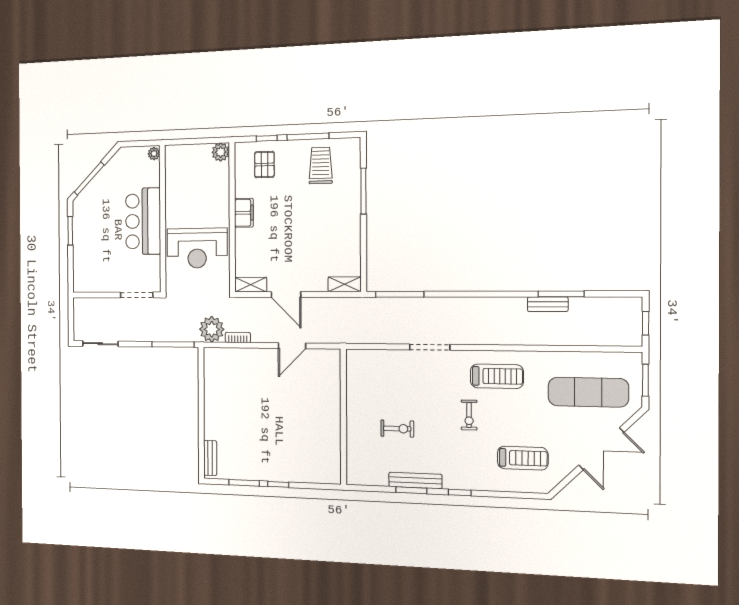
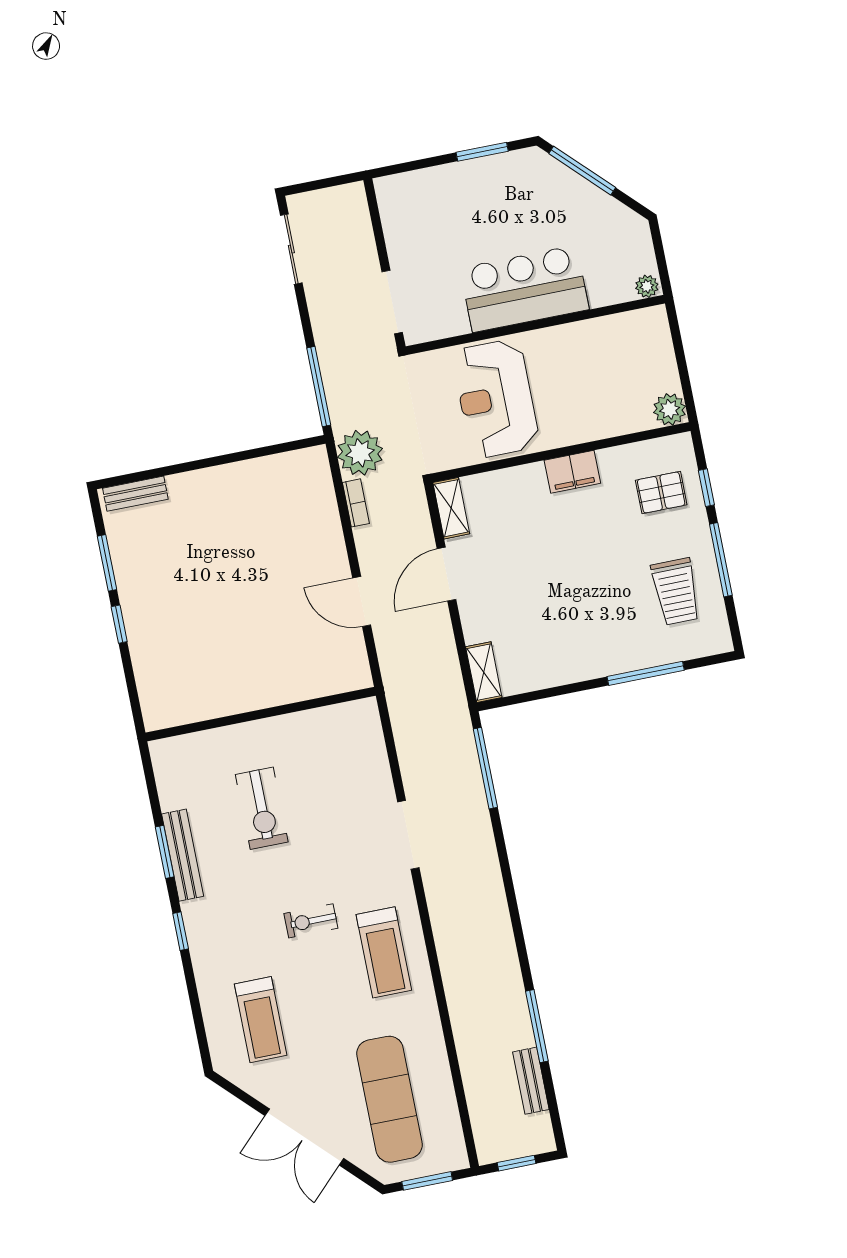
trolley: (321, 165) -> (676, 592), turned 90
bench: (548, 304) -> (531, 1081), moved
exercise bike: (397, 429) -> (262, 808), width x1.38, depth x1.39

